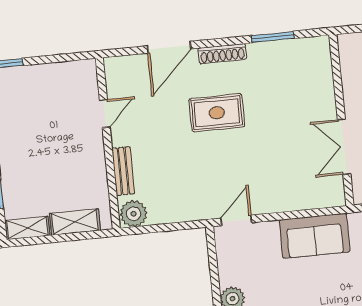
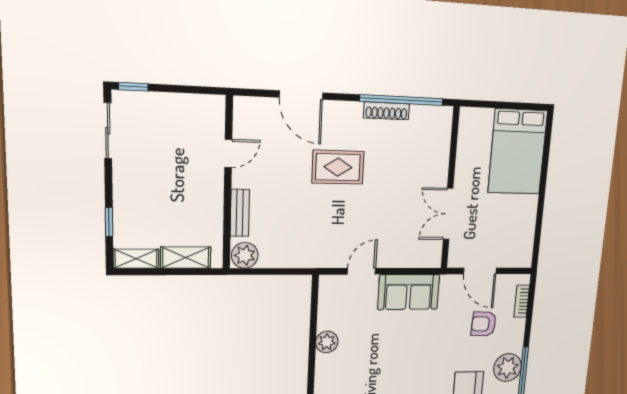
window: (273, 37) -> (402, 100), width x2.11
door: (169, 47) -> (301, 95), hinge flipped
shoe rack: (222, 54) -> (386, 111), moved
door: (236, 220) -> (361, 271), moved

